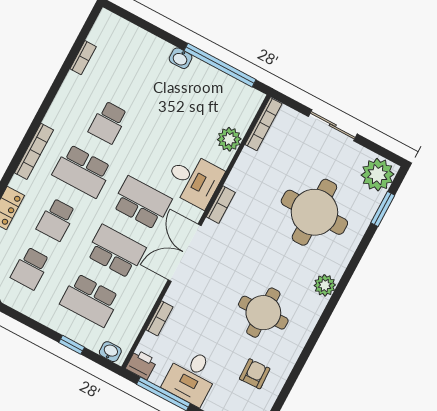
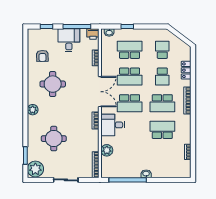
school desk: (108, 122) -> (162, 130), width x1.85
school desk: (82, 171) -> (162, 103), turned 180
round table: (314, 212) -> (54, 139), width x0.73, depth x0.73
school desk: (56, 220) -> (162, 77), turned 180

